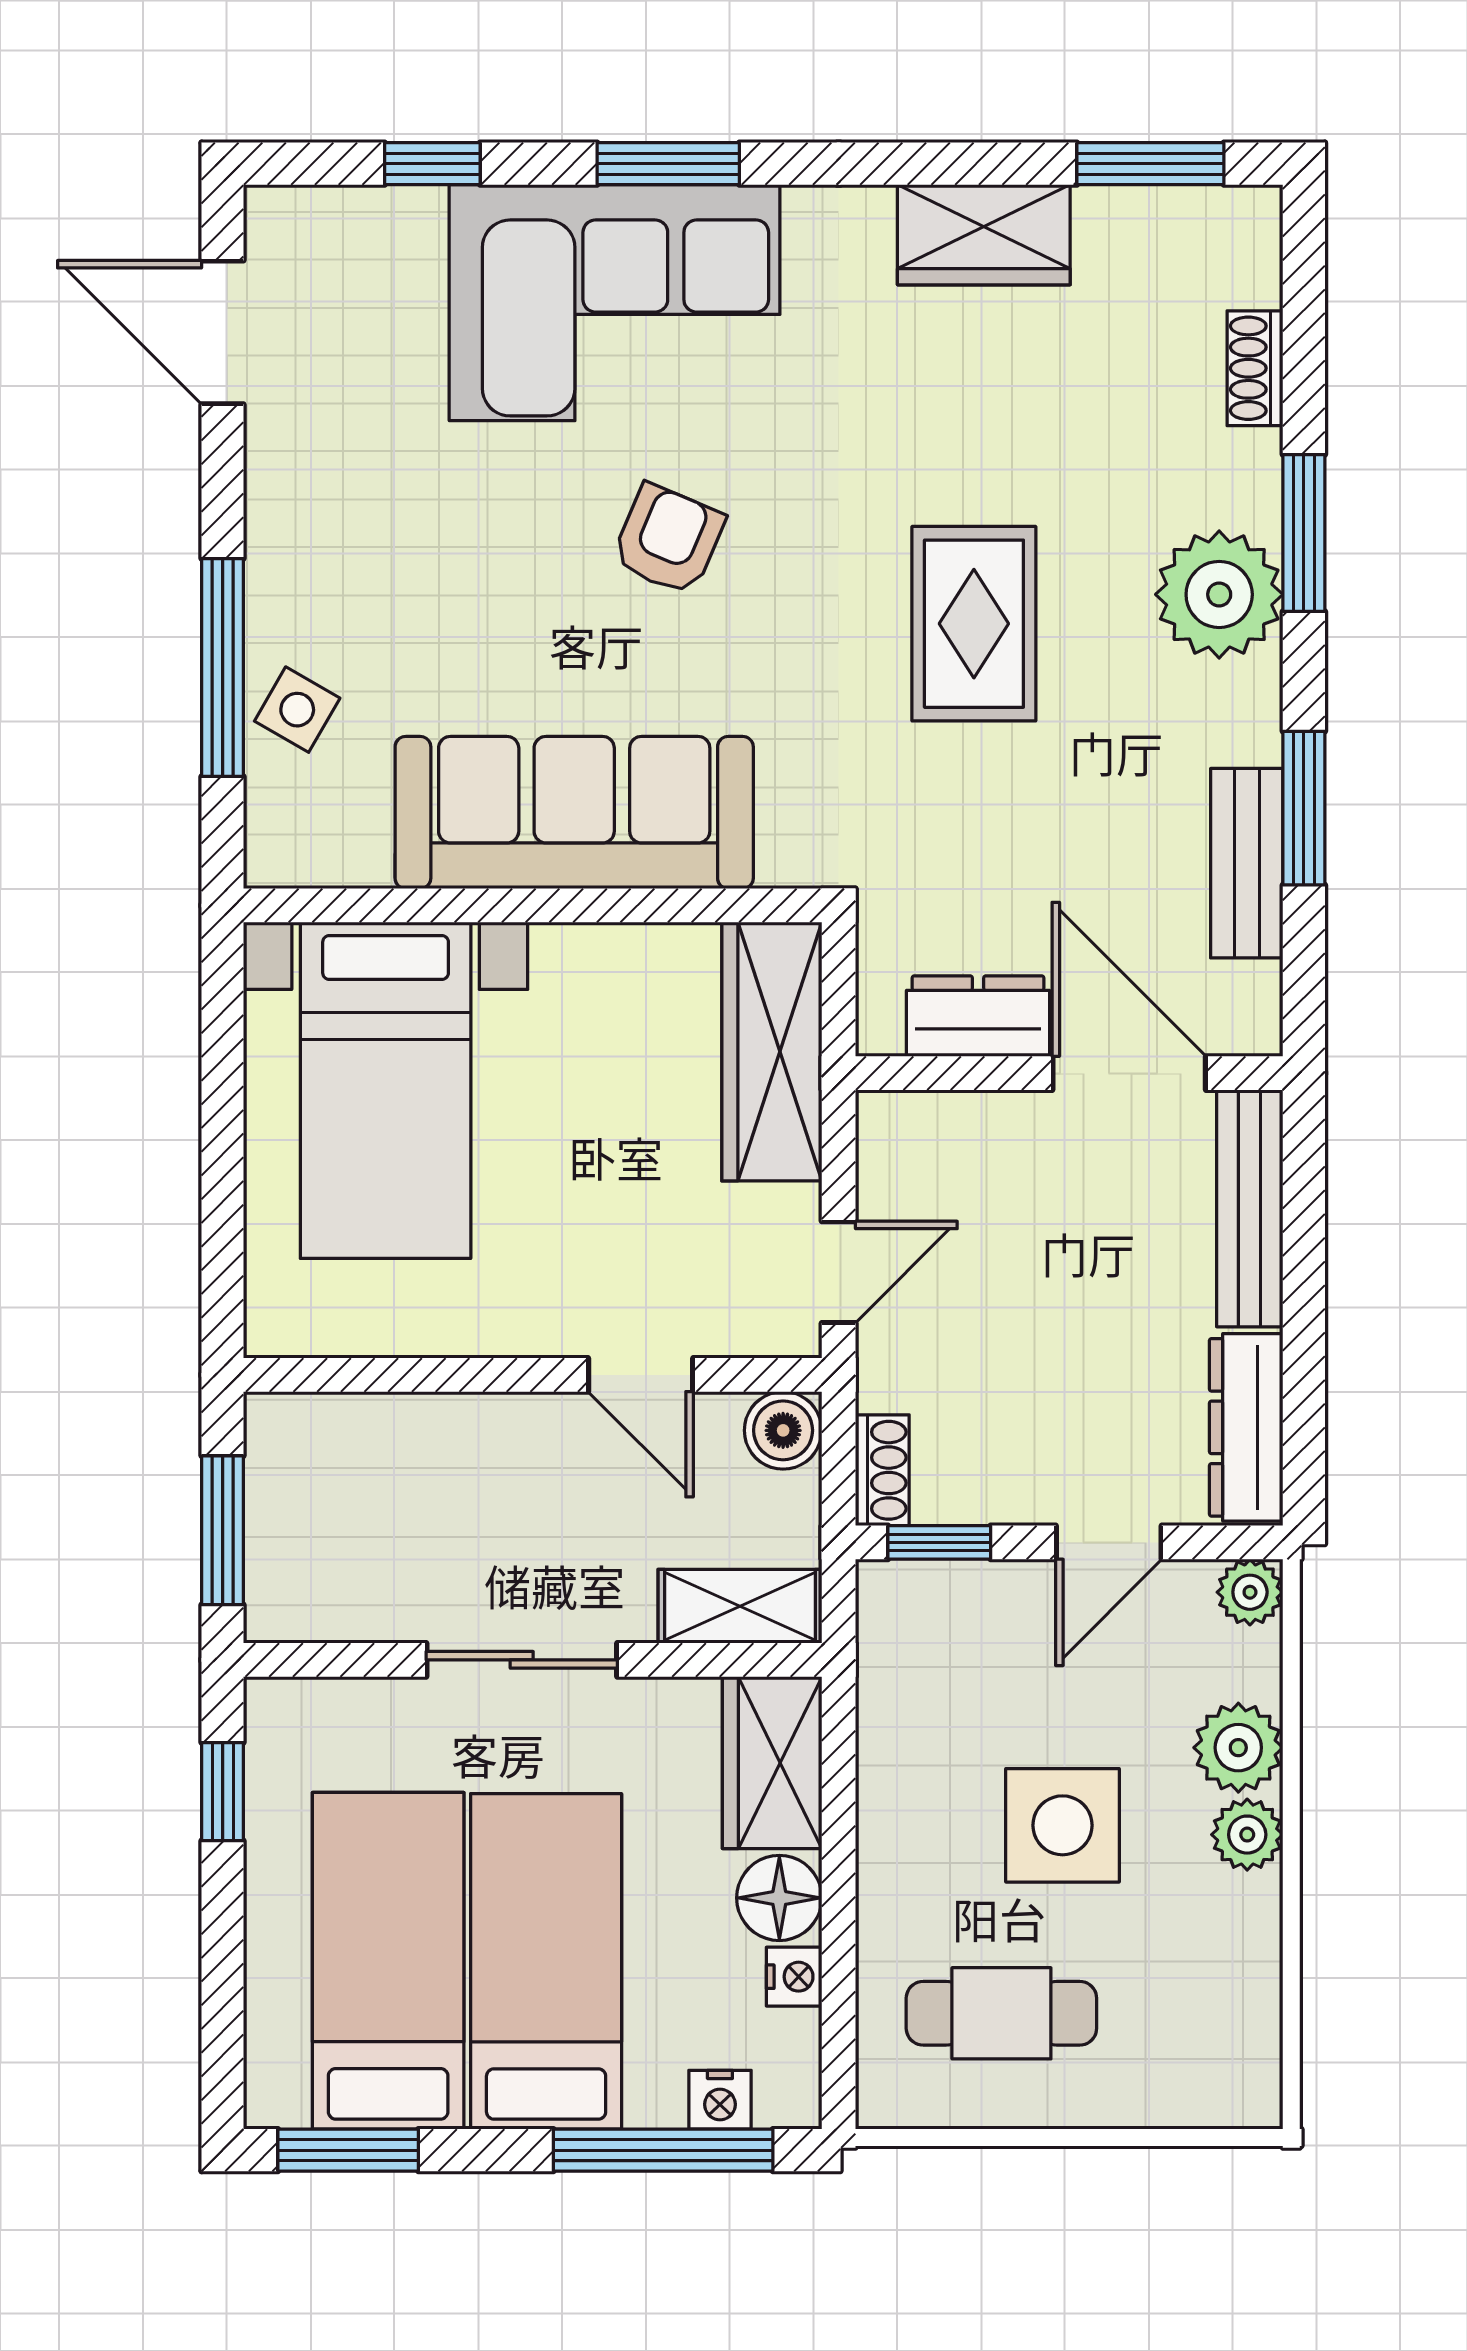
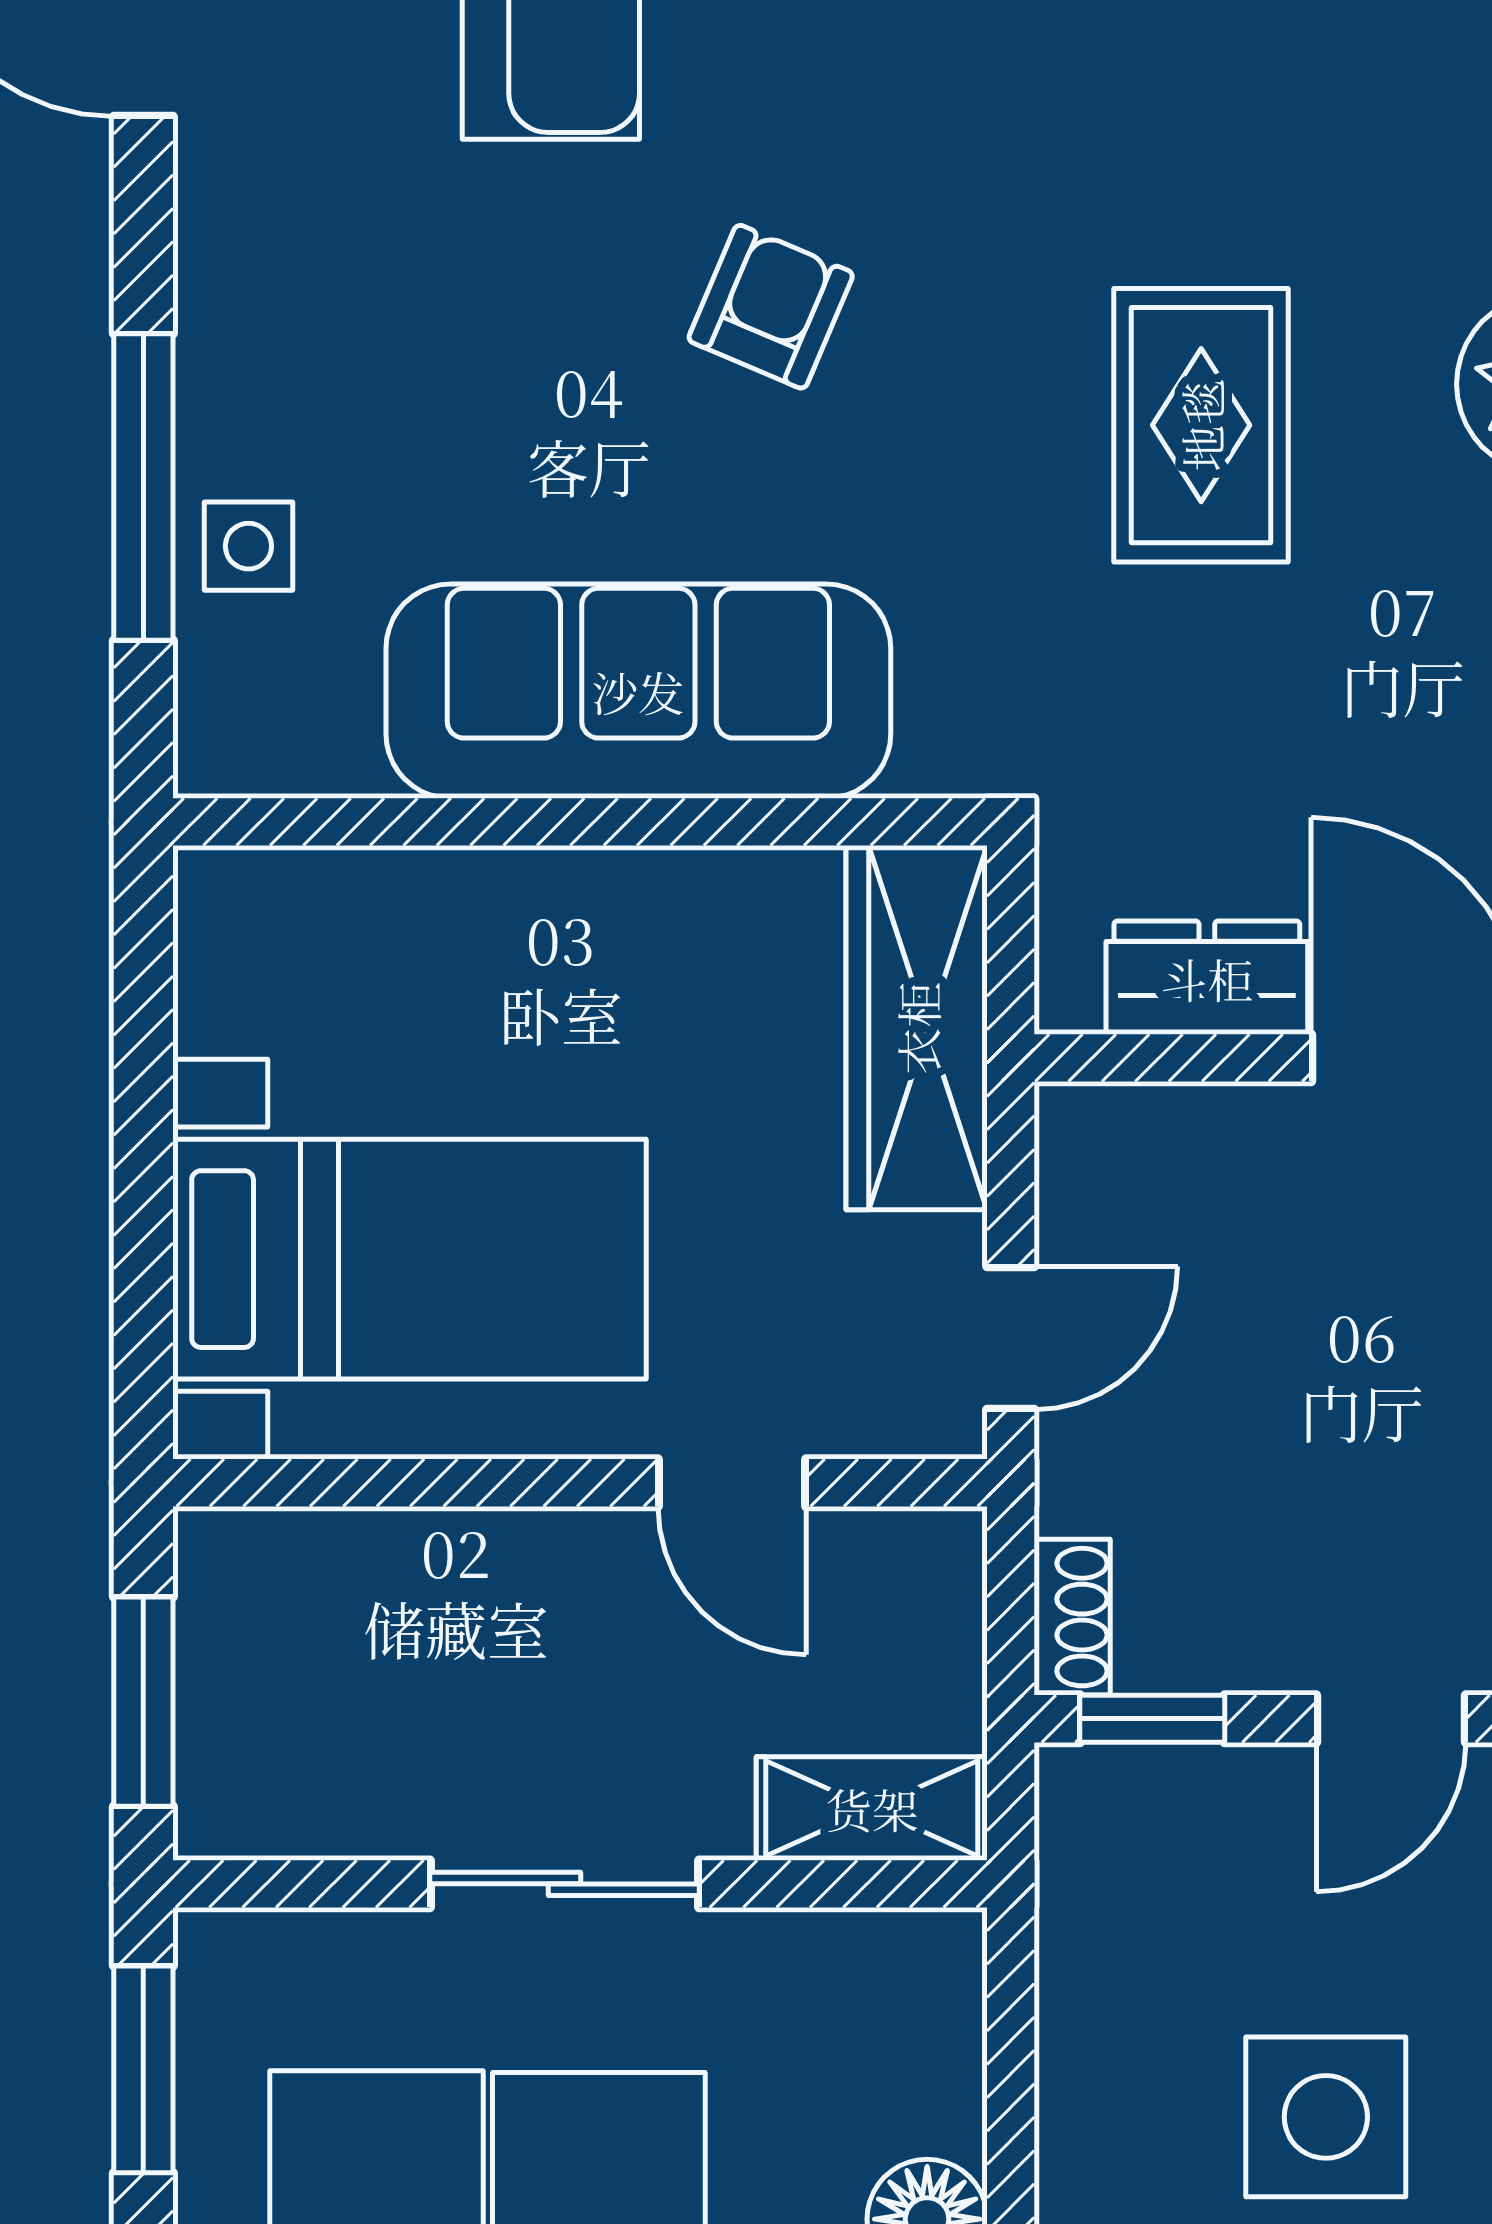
side table: (297, 710) -> (248, 546), turned -30
bed with nightstands: (386, 1090) -> (410, 1259), moved, turned -90
boiler: (783, 1430) -> (932, 1561), removed
wardrobe: (772, 1763) -> (917, 2029), removed
window: (223, 1792) -> (143, 2069), width x1.50

